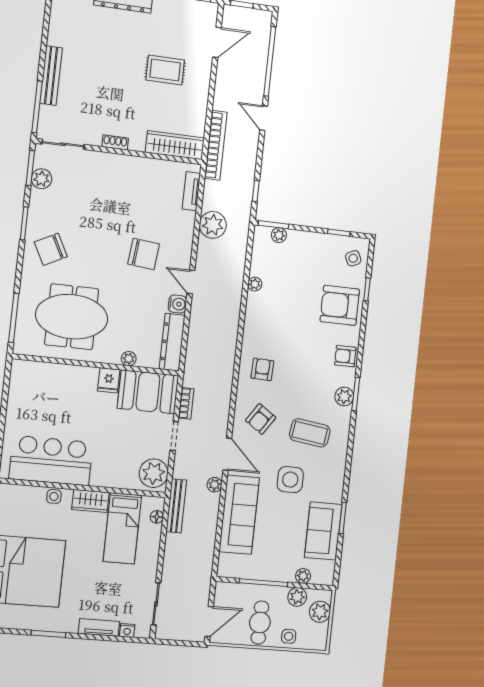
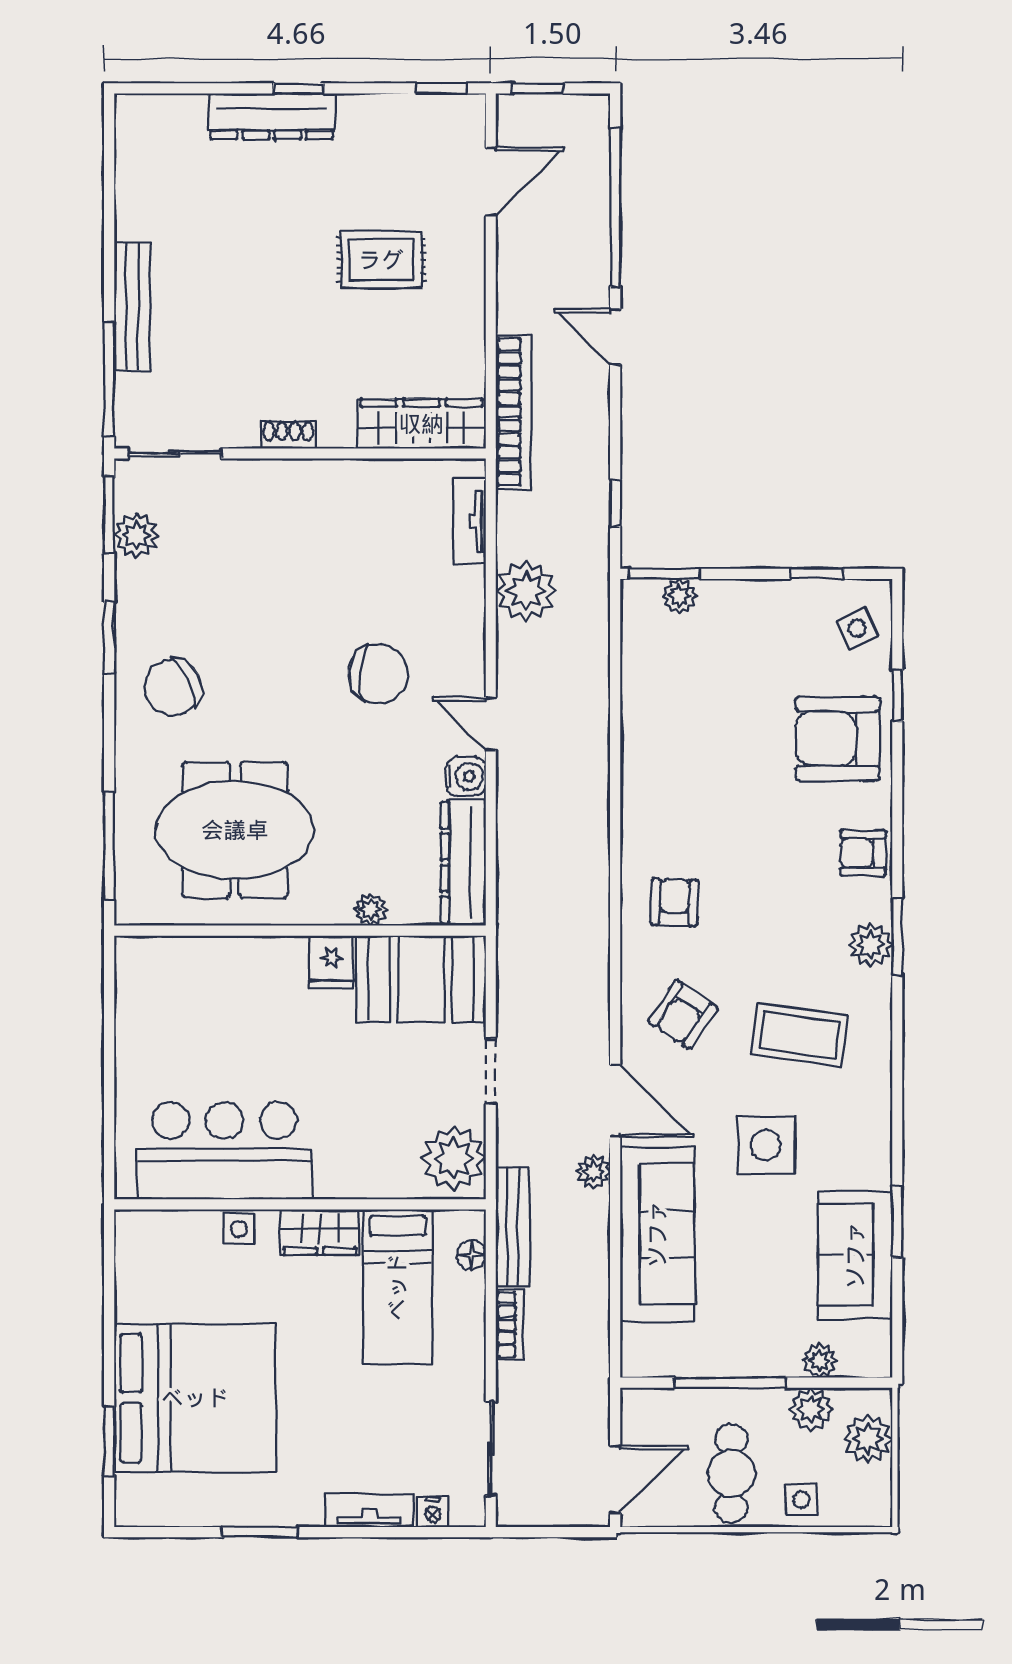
plant: (255, 284) -> (636, 713), removed
bookcase: (186, 403) -> (510, 1325), moved

